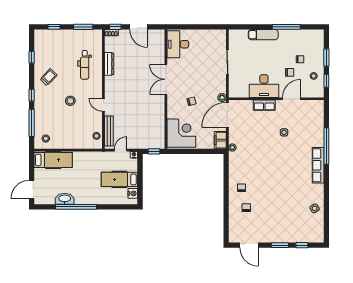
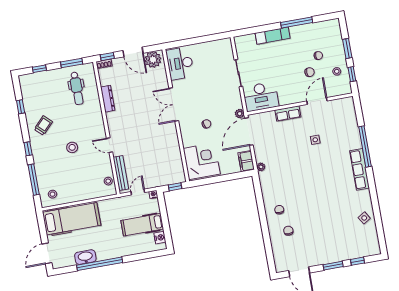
plant: (155, 37) -> (153, 60), added
dental chair: (85, 65) -> (77, 88), moved
desk: (264, 86) -> (261, 97), moved
hospital bed: (53, 160) -> (72, 219), width x1.37, depth x1.29

